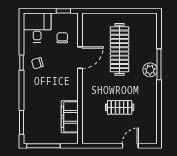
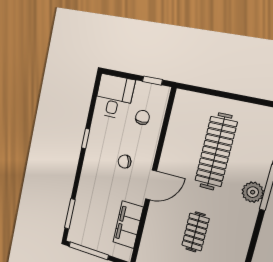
door: (80, 58) -> (151, 185), moved
chair: (37, 63) -> (125, 162), moved
clothes rail: (120, 107) -> (195, 232), turned 90

